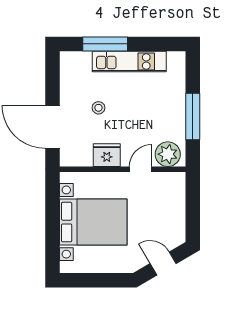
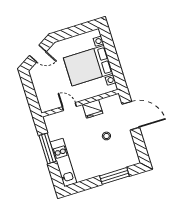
kitchen unit: (129, 62) -> (63, 162), moved, turned 90
plant: (168, 154) -> (56, 121), removed
door: (141, 169) -> (69, 107), swing flipped

